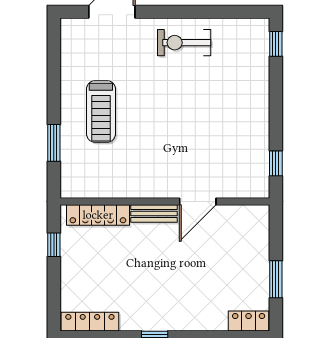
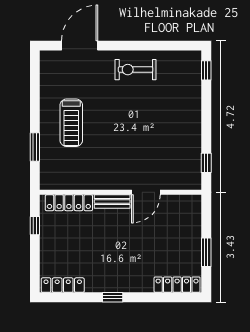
locker: (249, 321) -> (177, 285), width x1.53

